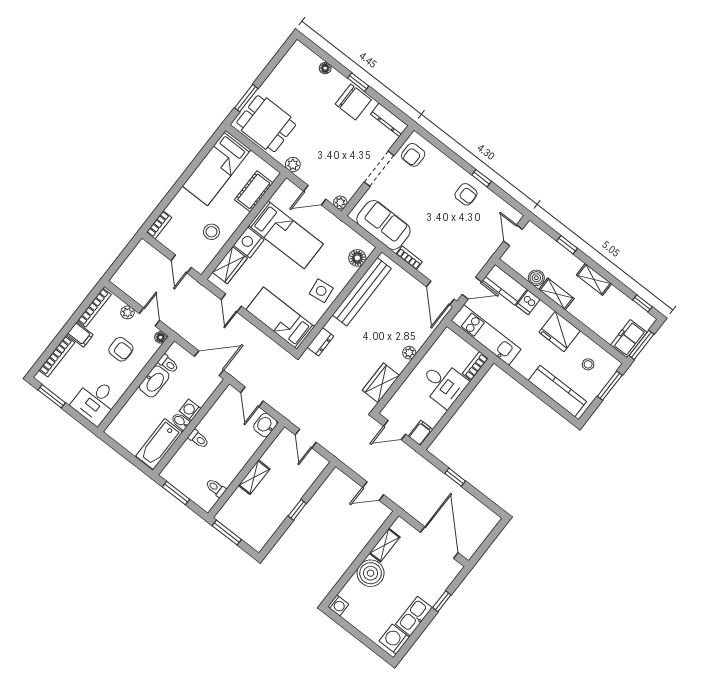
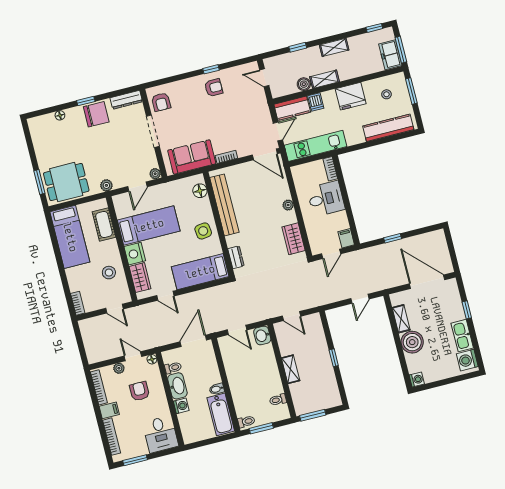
armchair: (121, 349) -> (140, 391), turned -90
washing machine: (190, 410) -> (181, 406), moved, turned 180
toilet: (198, 439) -> (246, 422), moved

